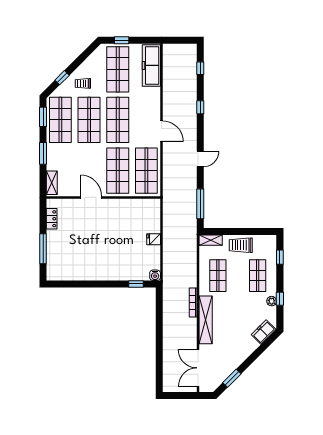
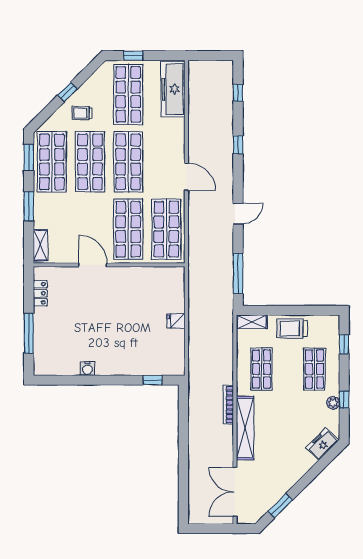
window: (62, 78) -> (67, 92), moved
water cooler: (155, 275) -> (87, 369), moved

